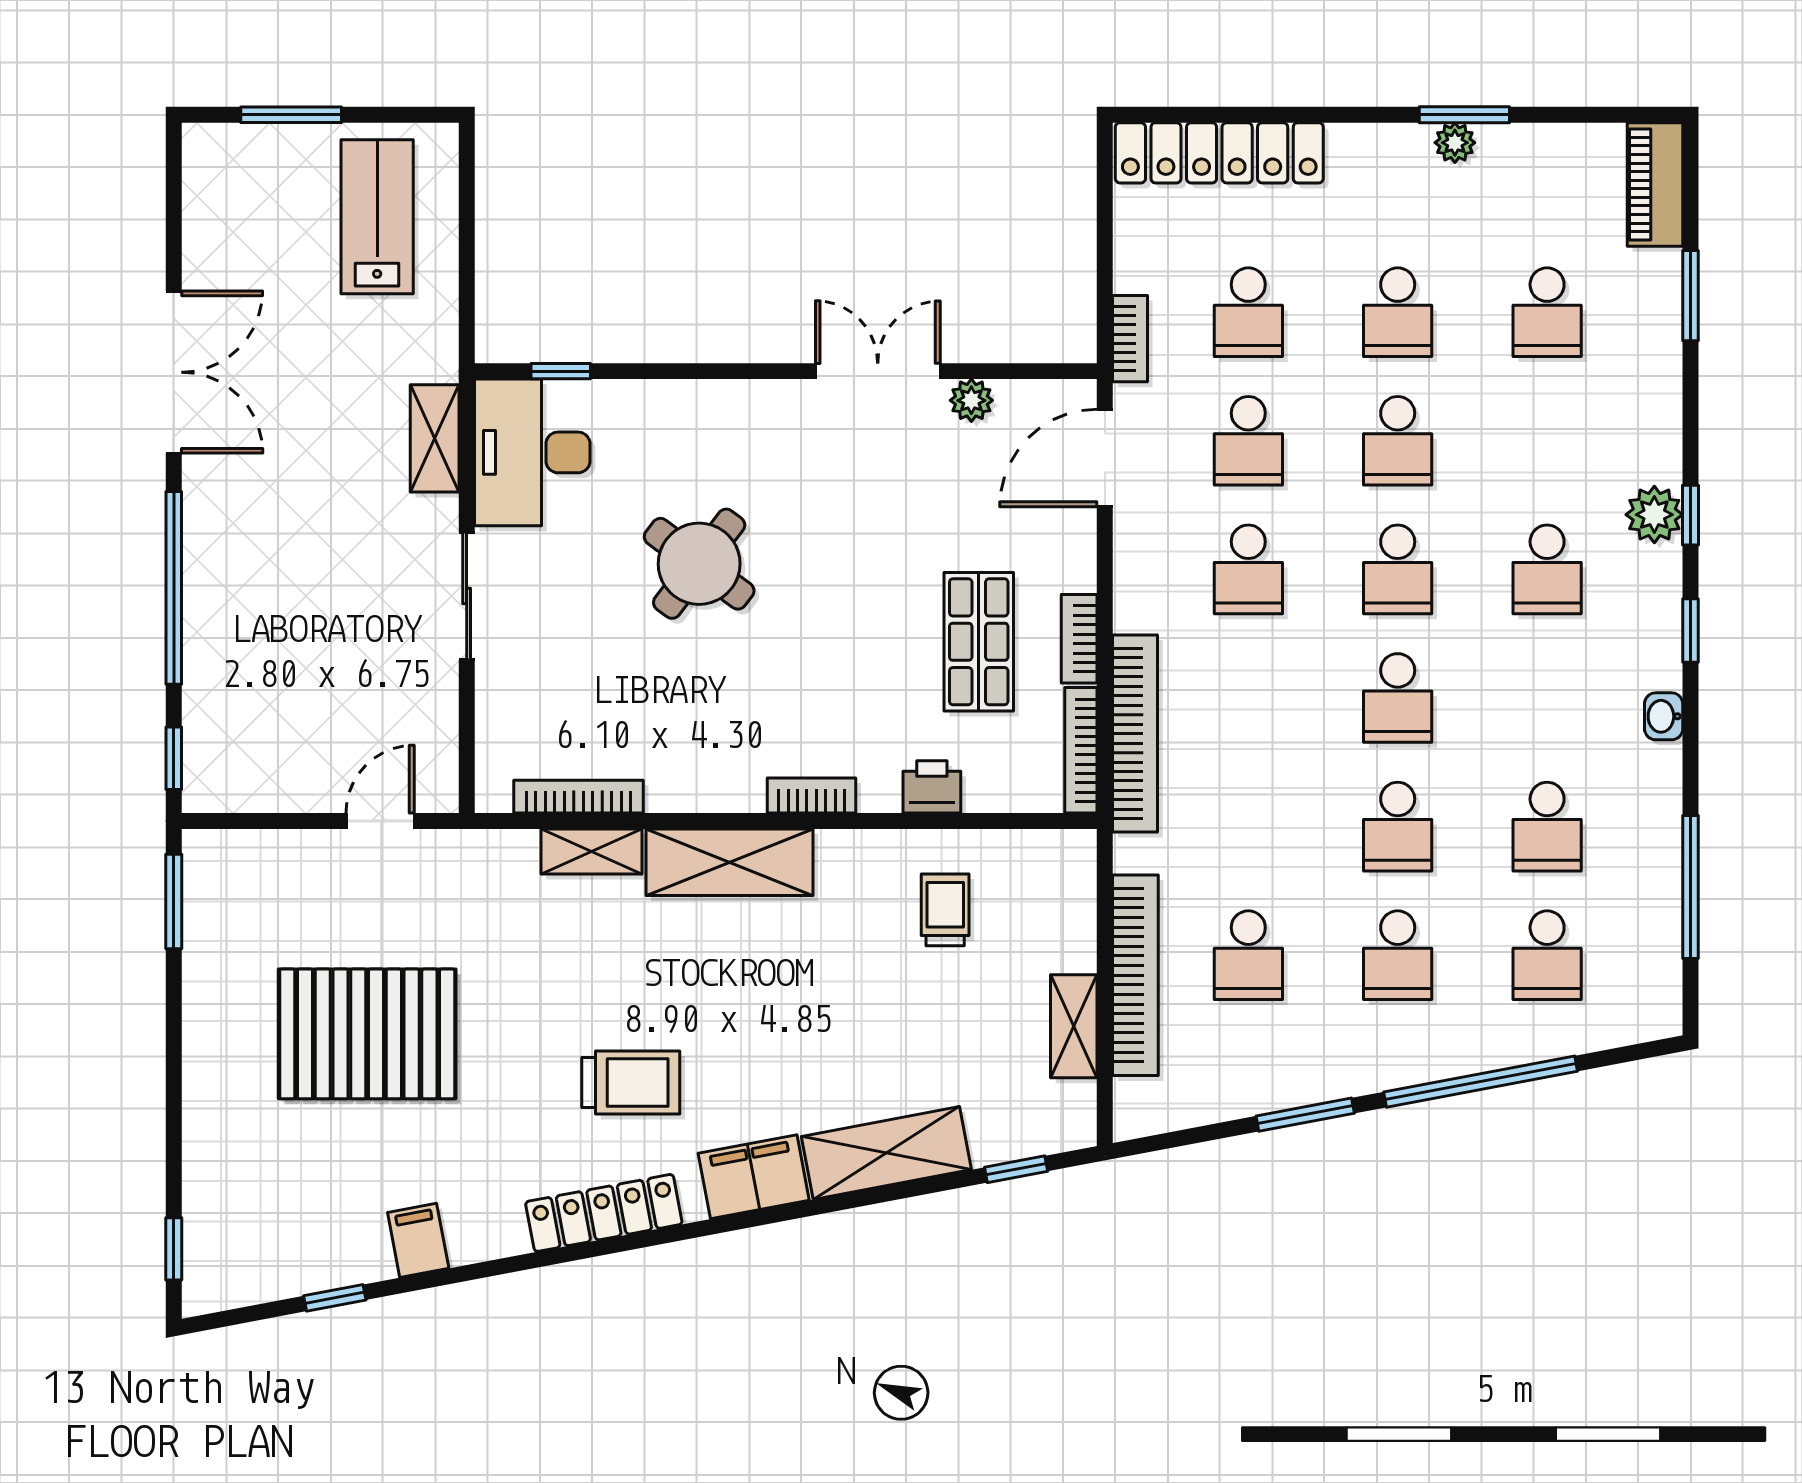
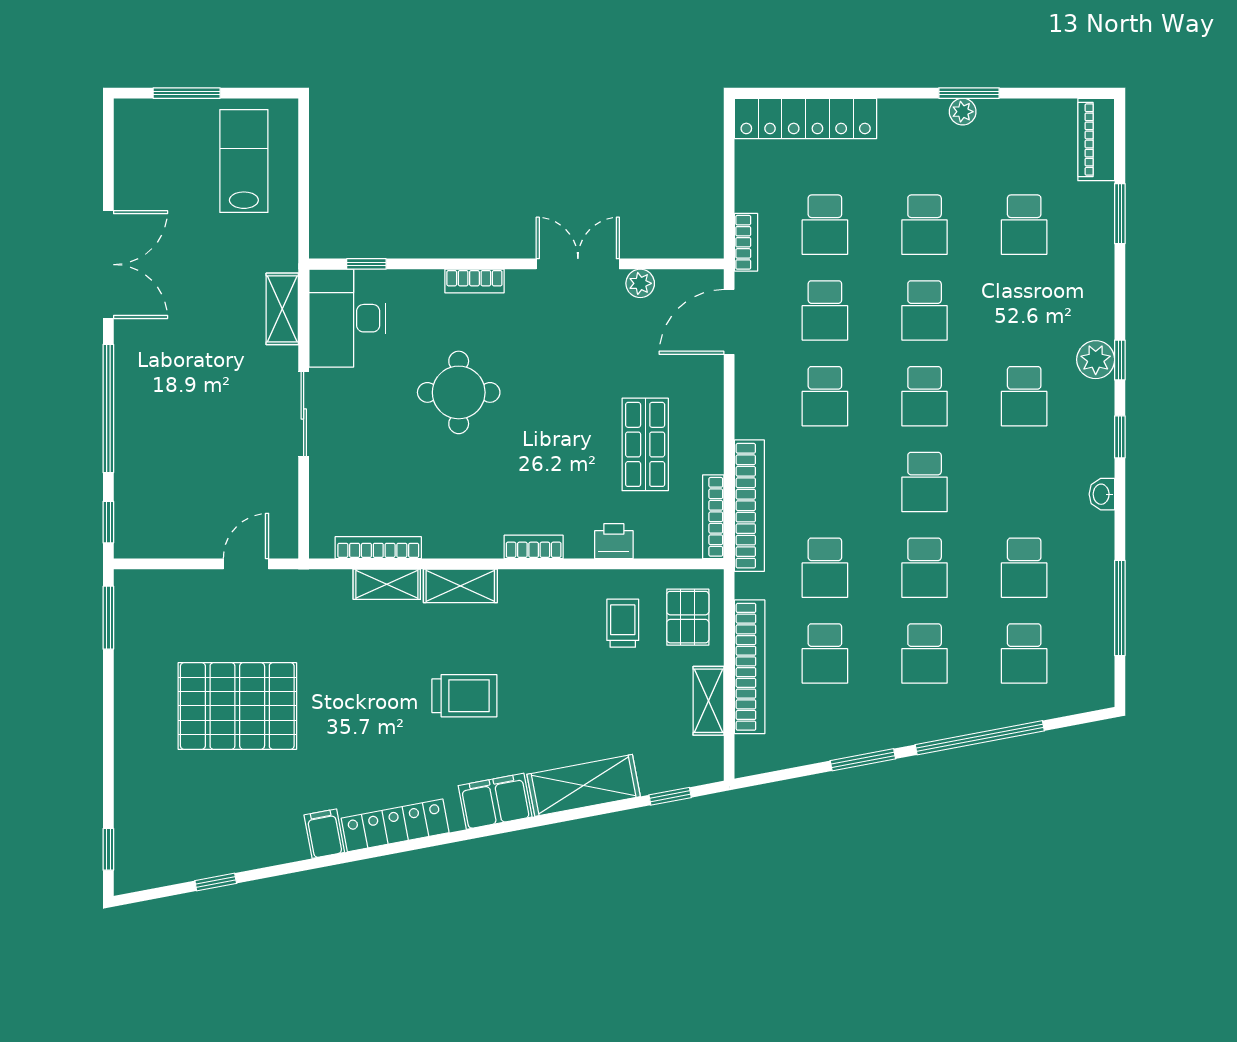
round table: (699, 564) -> (459, 392), turned -37
bookcase: (1079, 639) -> (474, 281), moved, turned -90
school desk: (1248, 827) -> (825, 568), added
shelving: (729, 862) -> (460, 586), width x0.67, depth x0.75
pallet: (1043, 901) -> (688, 617), added
trolley: (631, 1083) -> (464, 696), moved
filing cabinet: (418, 1240) -> (324, 834), moved

